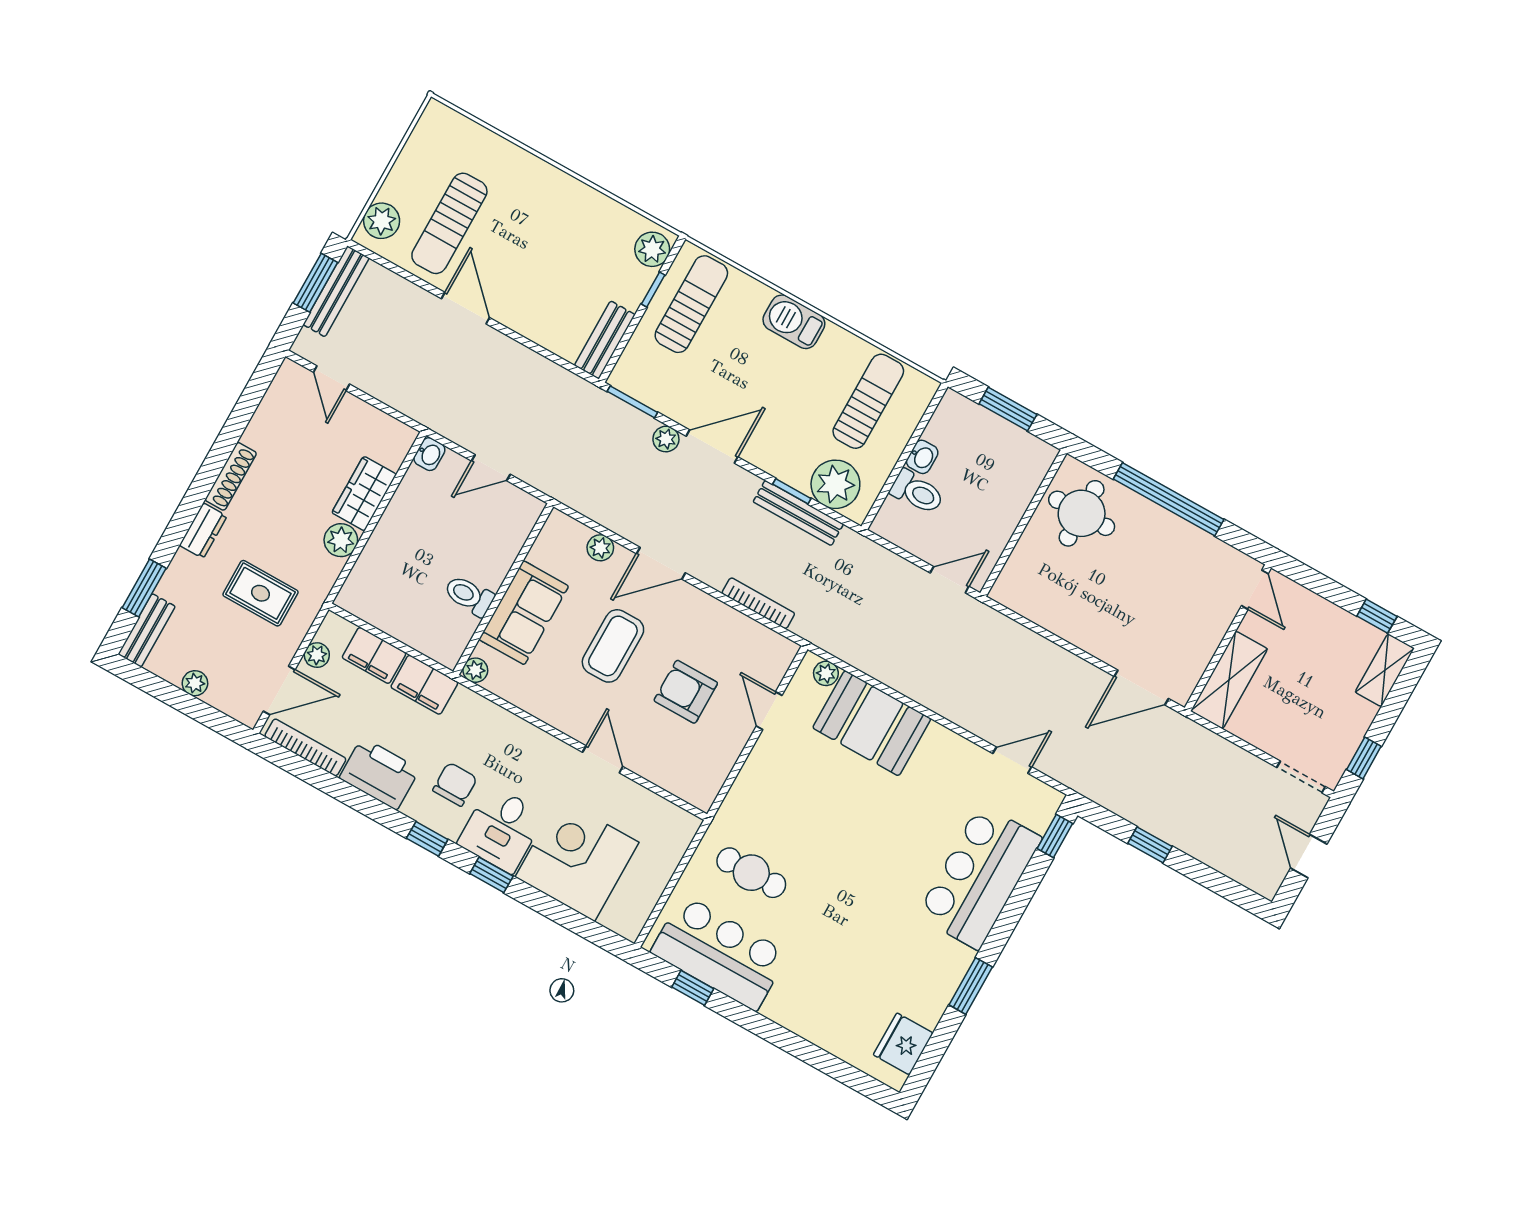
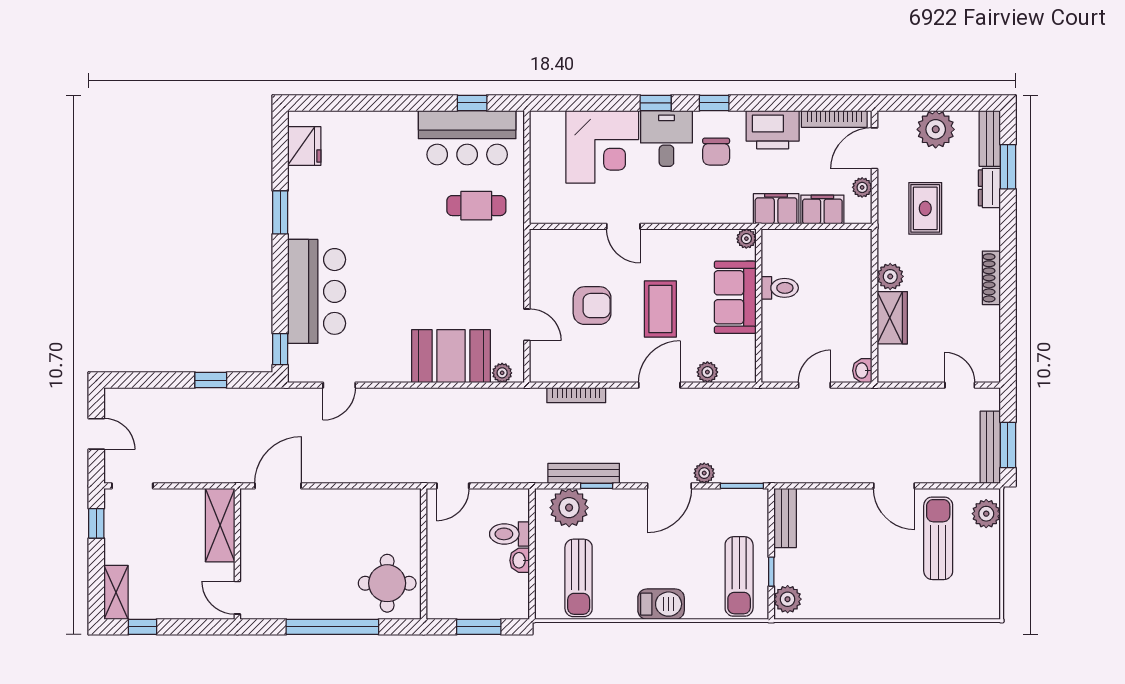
dresser: (203, 531) -> (989, 188), moved
rug: (261, 593) -> (925, 208), turned 90
plant: (195, 683) -> (936, 129), width x1.87, depth x1.87

